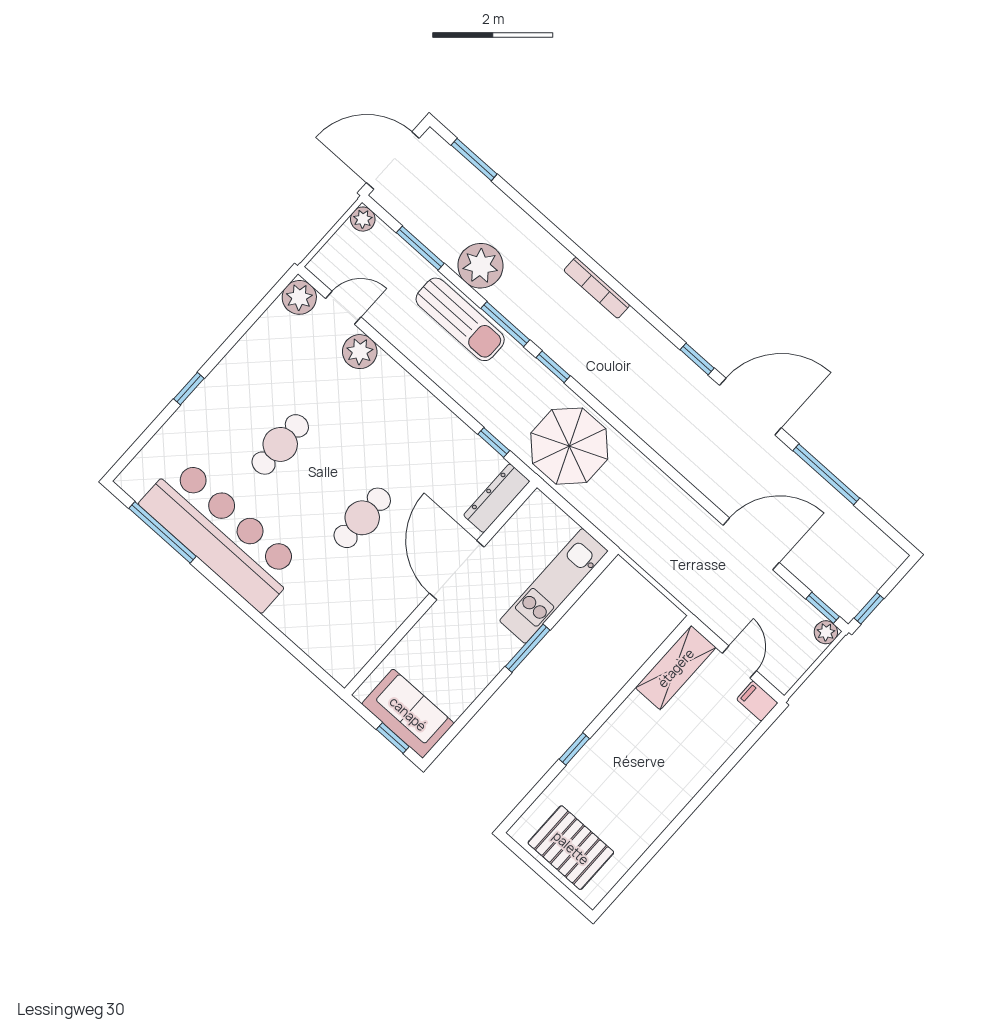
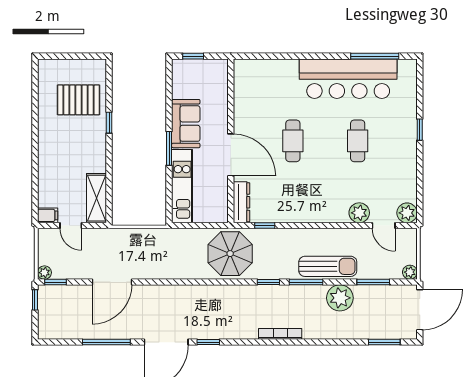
door: (343, 308) -> (384, 226), hinge flipped
sun lounger: (460, 319) -> (328, 266), turned 180
sofa: (408, 714) -> (186, 124), moved, turned -90
pallet: (571, 848) -> (79, 100), moved

